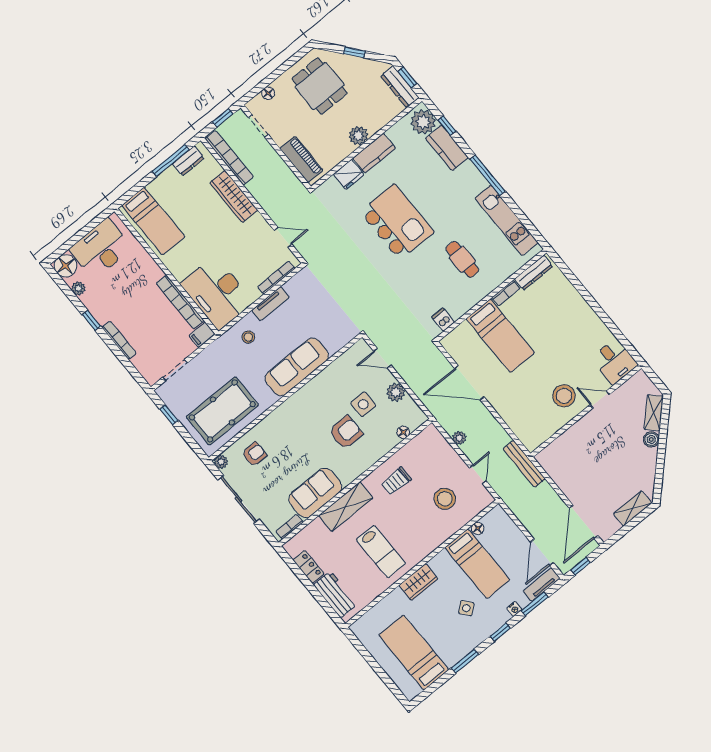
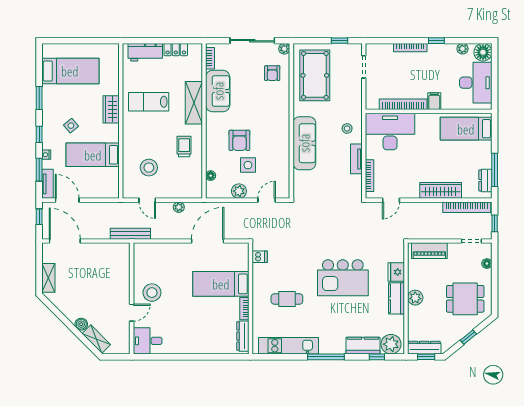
filing cabinet: (202, 335) -> (434, 101), moved
floor lamp: (478, 528) -> (114, 173), removed

